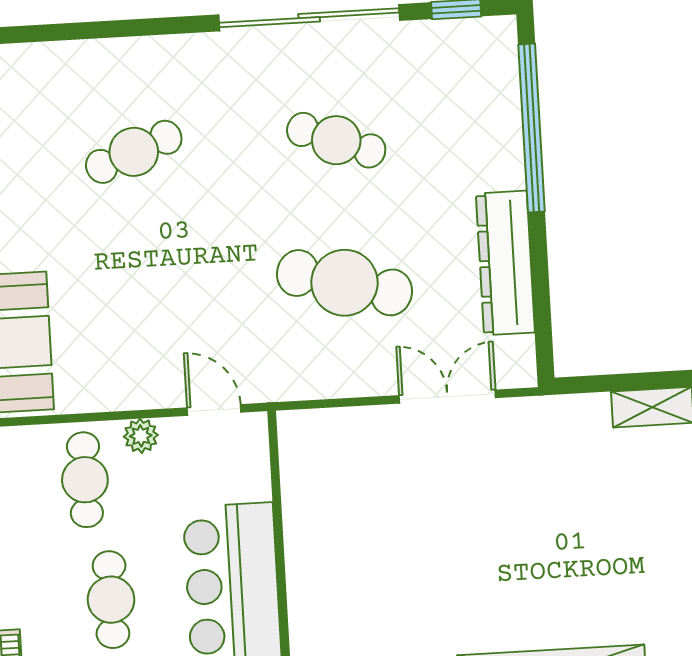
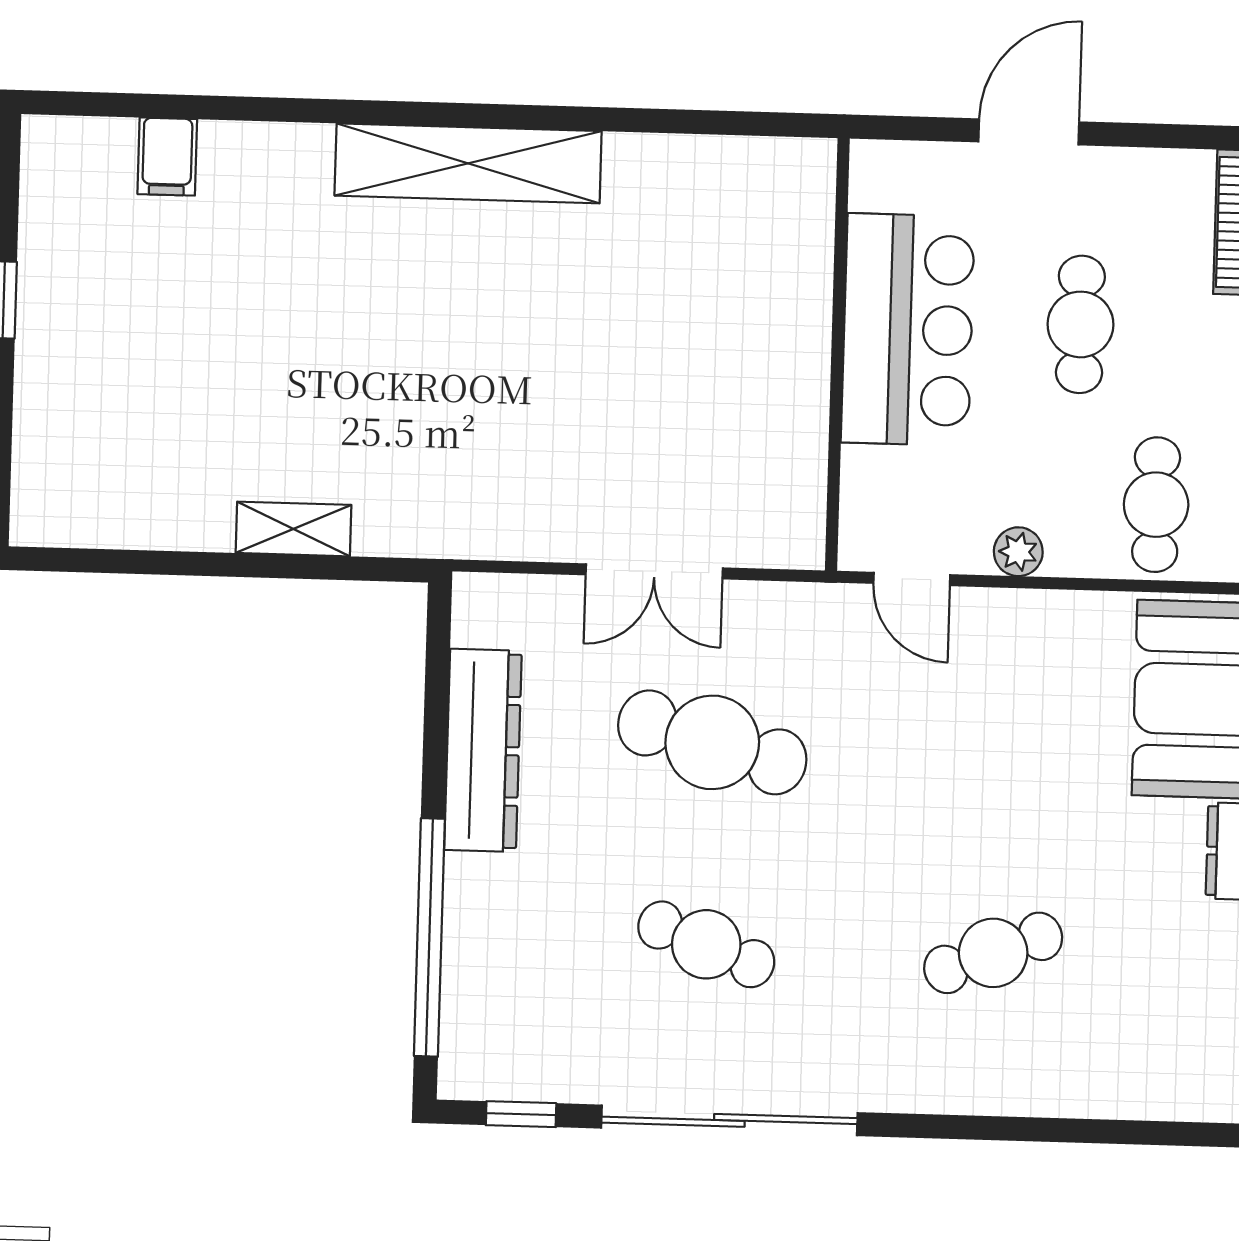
double door: (447, 397) -> (654, 571), moved
cafe table: (85, 480) -> (1156, 505), moved

